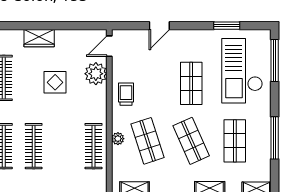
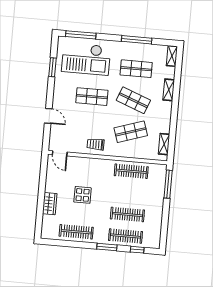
plant: (96, 74) -> (79, 165), removed
plant: (118, 139) -> (127, 153), removed
shop shelf: (191, 141) -> (133, 100), turned 45

